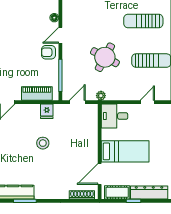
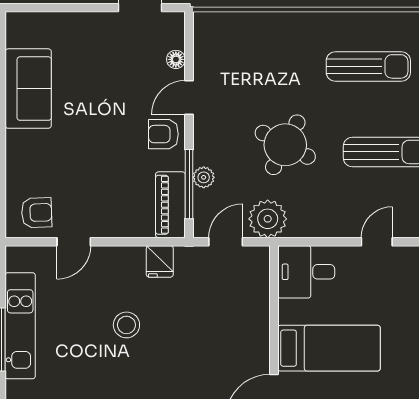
sun lounger: (143, 21) -> (368, 66), turned 180
plant: (67, 72) -> (204, 177), added
piano: (37, 93) -> (170, 205), moved, turned -90
plant: (101, 96) -> (268, 219), width x1.88, depth x1.88
stool: (43, 143) -> (126, 325), moved

